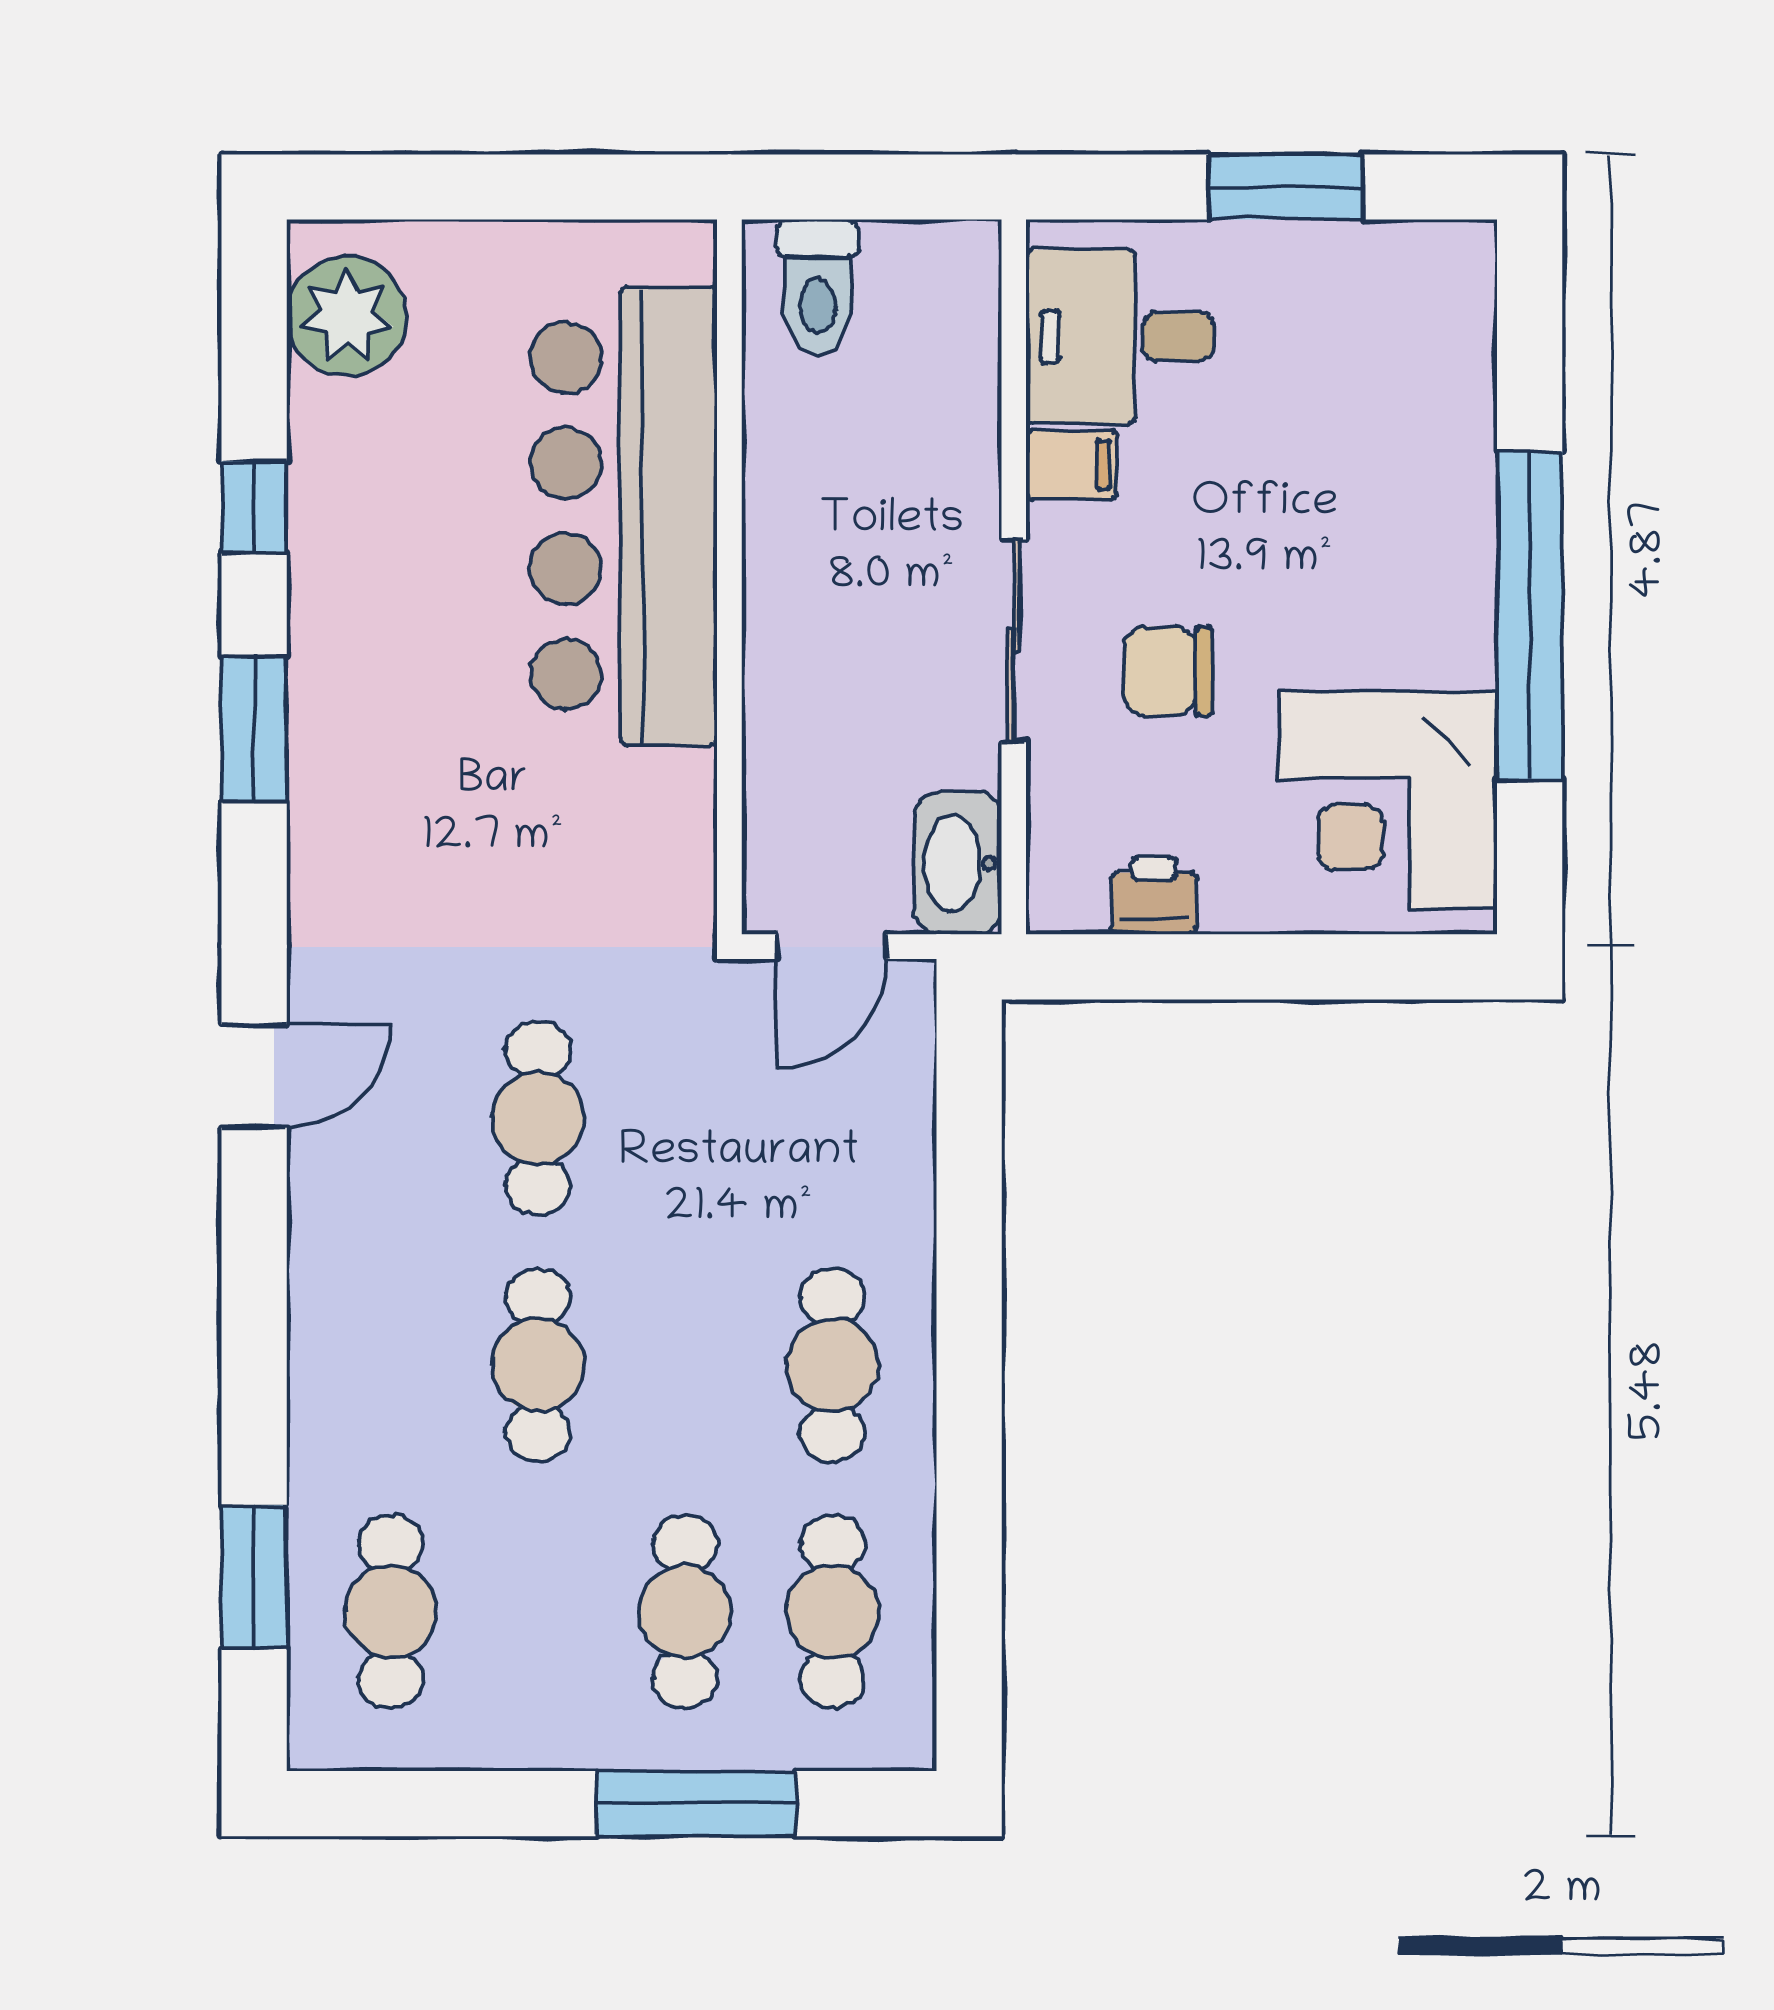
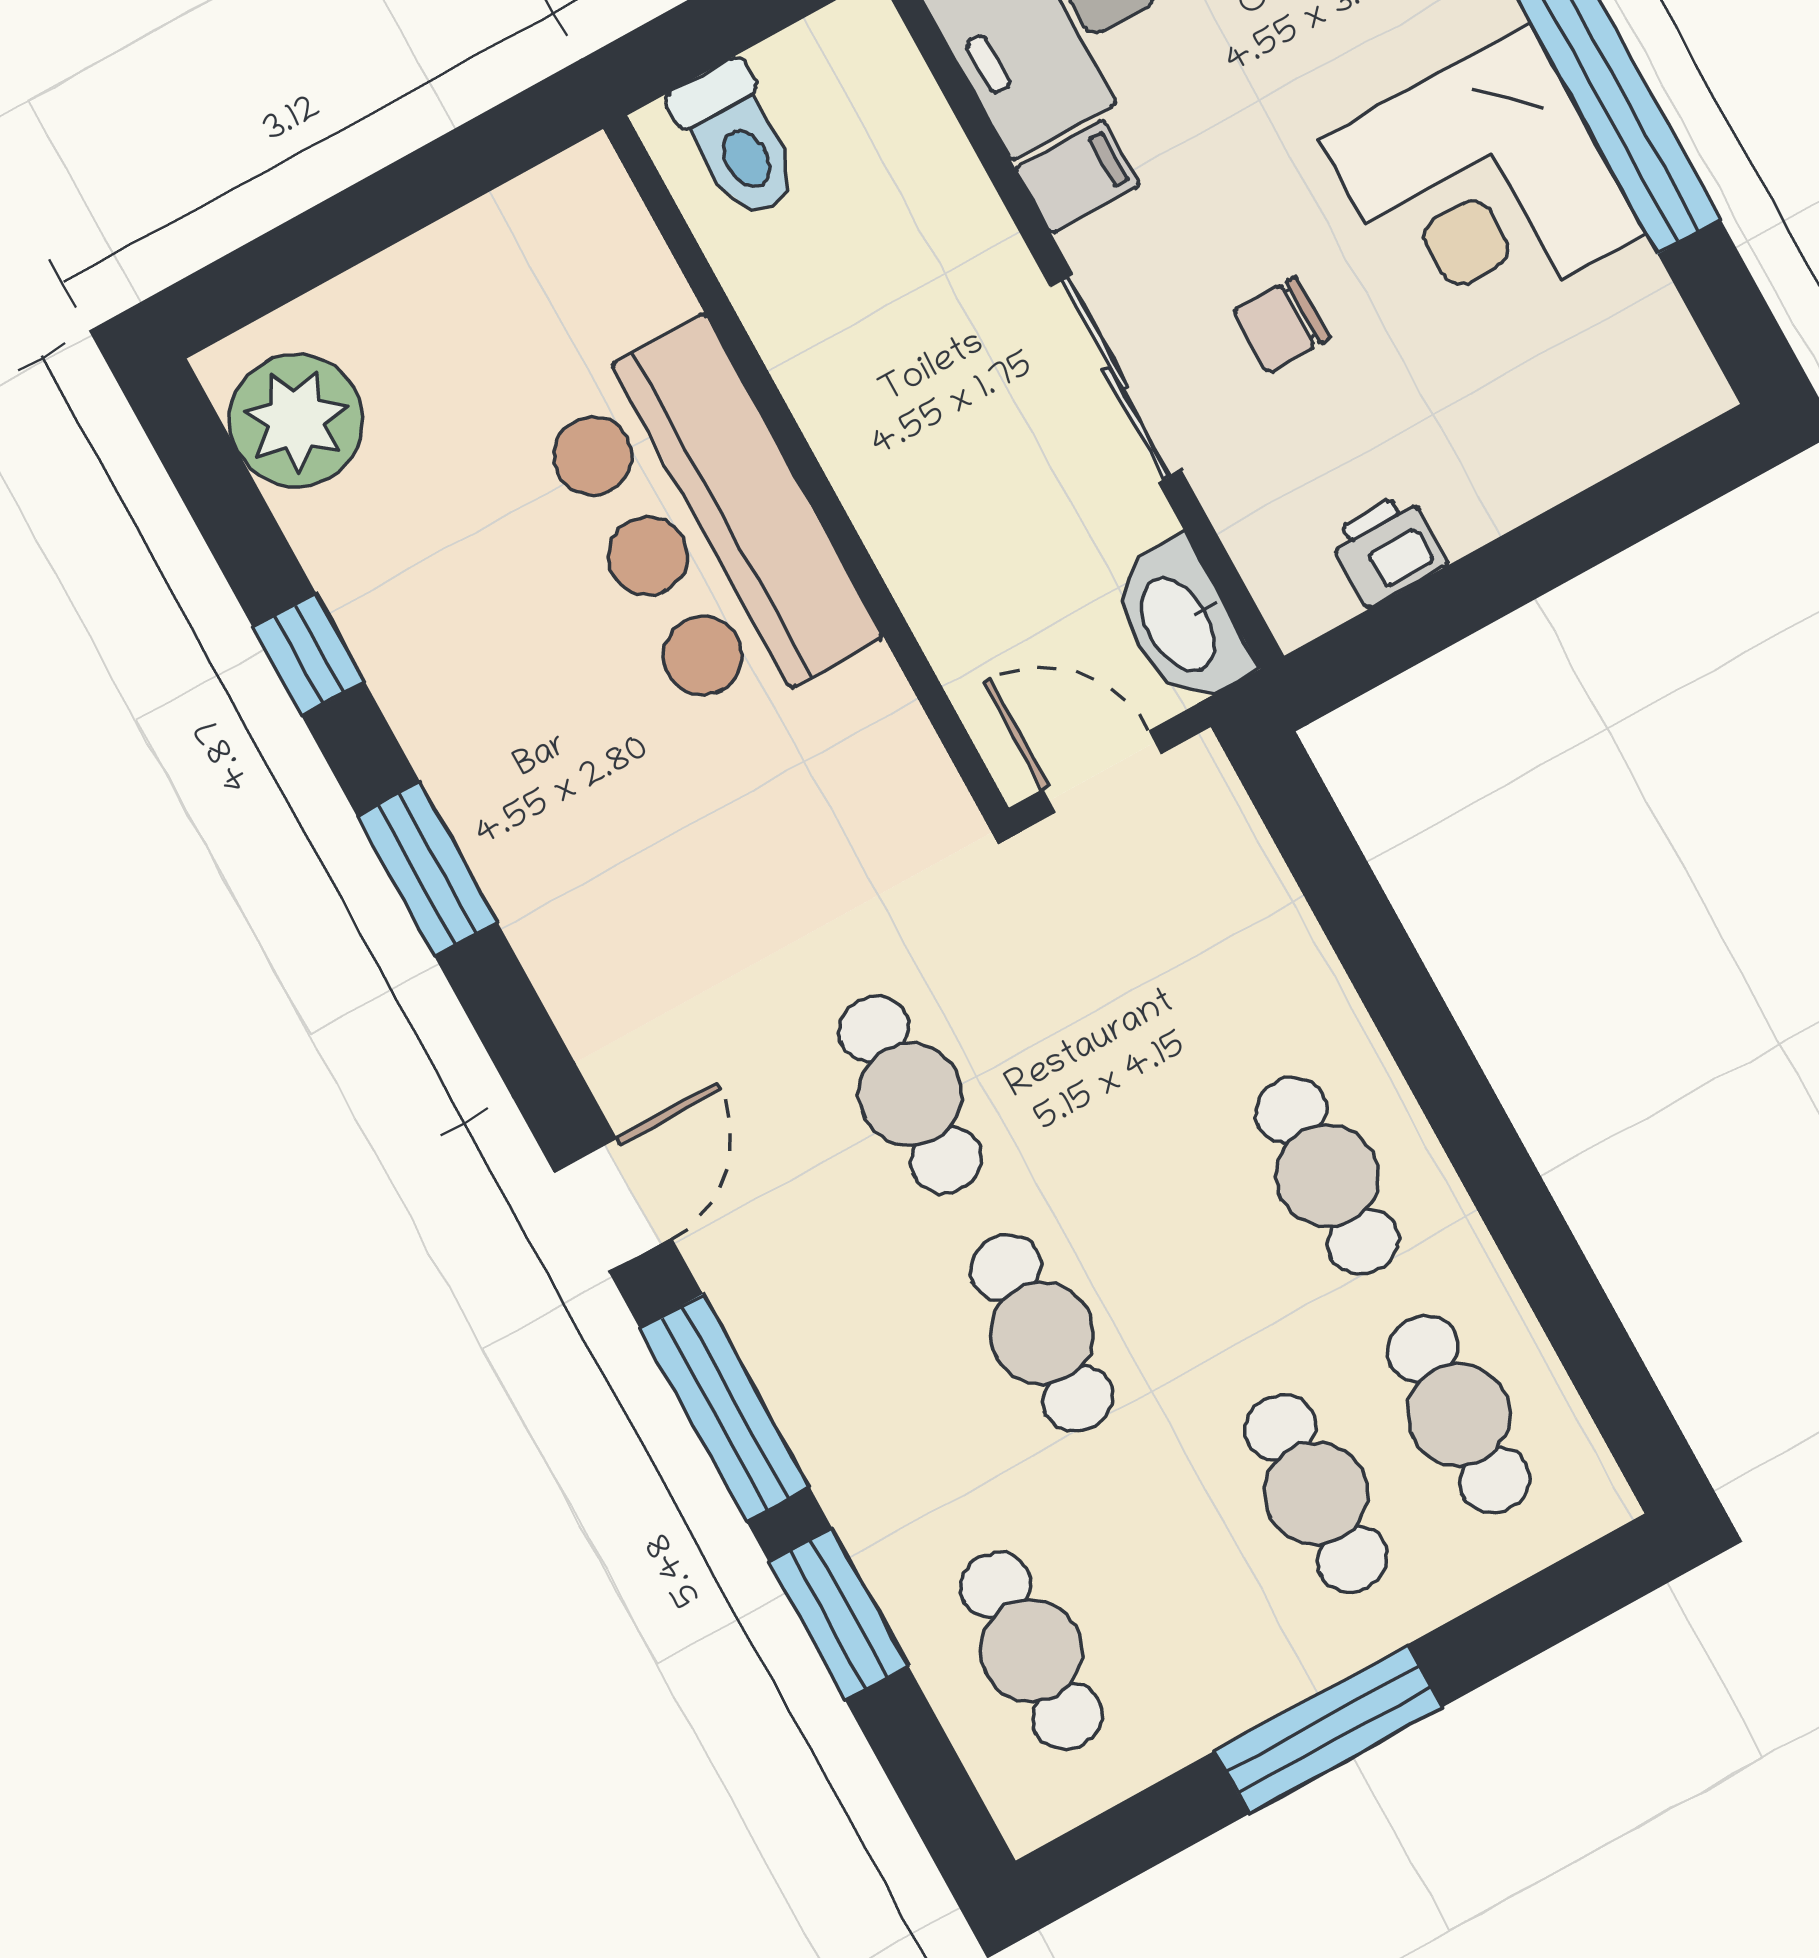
bar counter: (624, 516) -> (704, 525), width x0.73
chair: (1168, 671) -> (1282, 325), width x0.73, depth x0.73
corner desk: (1388, 800) -> (1482, 187), moved
door: (831, 947) -> (1102, 772), swing flipped
window: (254, 1285) -> (725, 1408), added
window: (254, 1577) -> (839, 1614), moved
window: (696, 1804) -> (1329, 1729), moved

